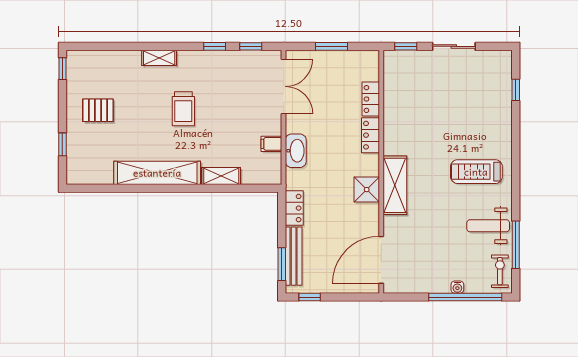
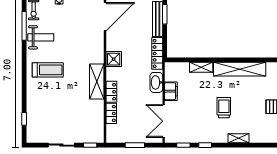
filing cabinet: (271, 144) -> (171, 91), width x2.00
shelving: (395, 185) -> (97, 81), moved
locker: (294, 208) -> (157, 53), width x1.53

